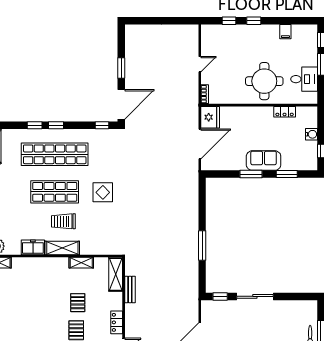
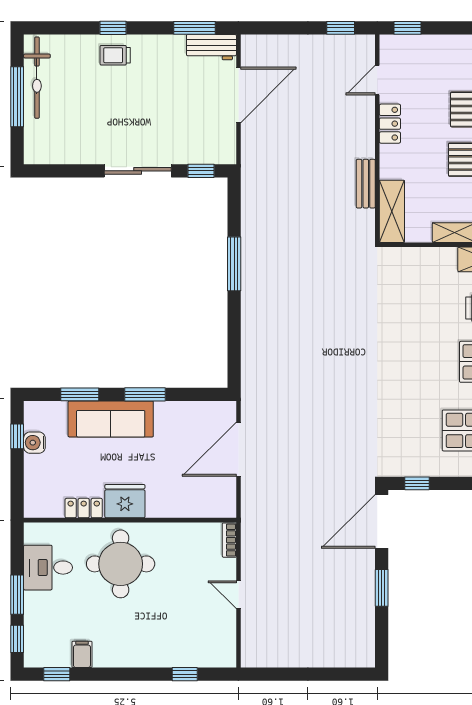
window: (254, 21) -> (57, 674), moved
door: (200, 64) -> (238, 595), hinge flipped
fridge: (210, 117) -> (125, 501), moved, turned 90
water cooler: (312, 134) -> (34, 443), moved
sofa: (264, 161) -> (111, 419), width x1.36
display table: (103, 192) -> (415, 361), removed

